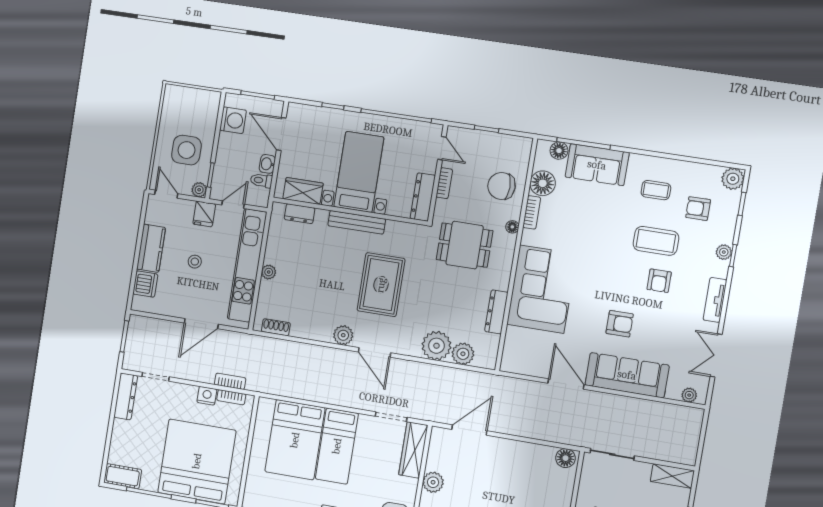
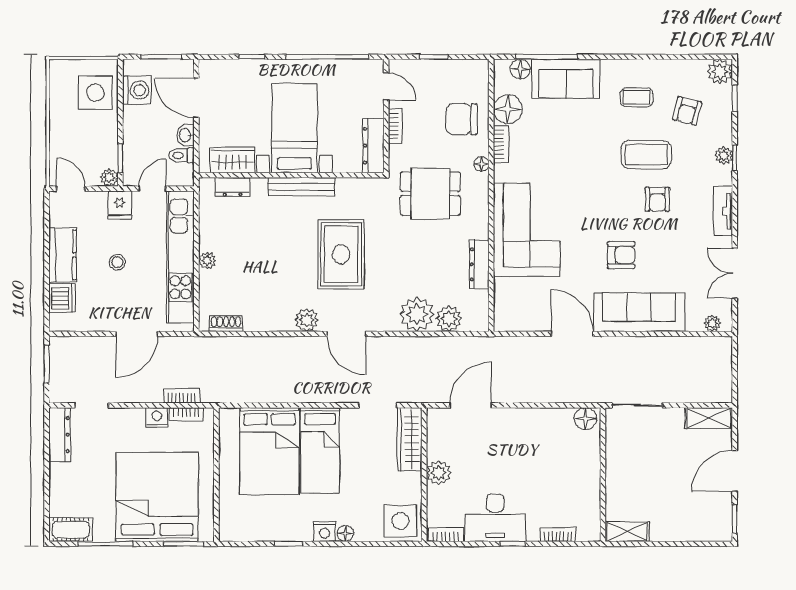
side table: (186, 150) -> (95, 93), moved
armchair: (698, 209) -> (687, 111), turned -76

